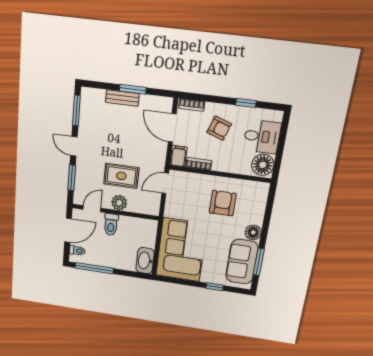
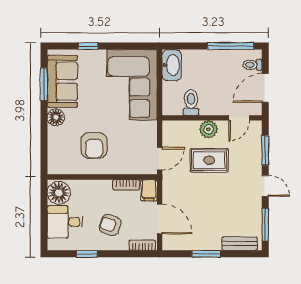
bench: (122, 98) -> (240, 244), moved
toilet: (111, 225) -> (191, 102), moved

